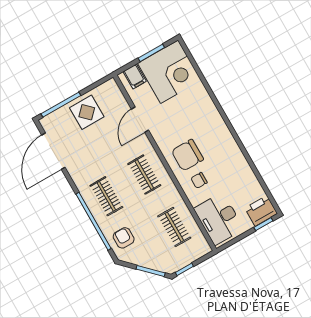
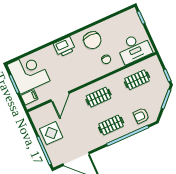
door: (140, 120) -> (60, 96), hinge flipped
chair: (187, 155) -> (92, 40), moved
printer: (261, 211) -> (64, 47), moved, turned -90

